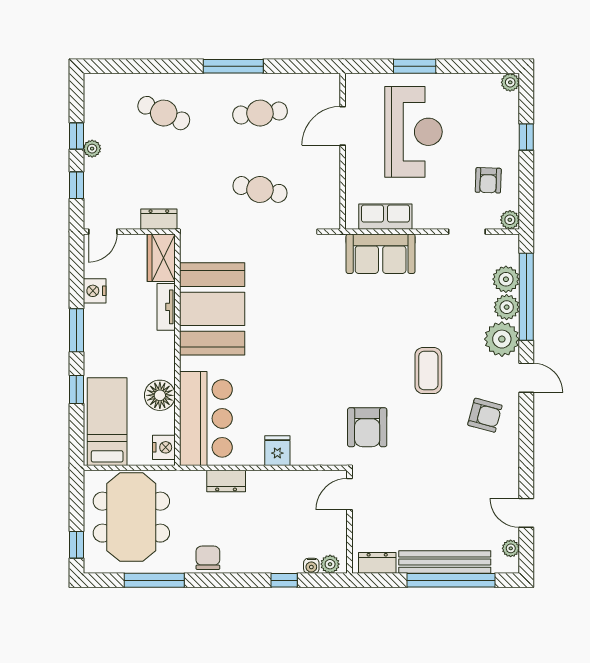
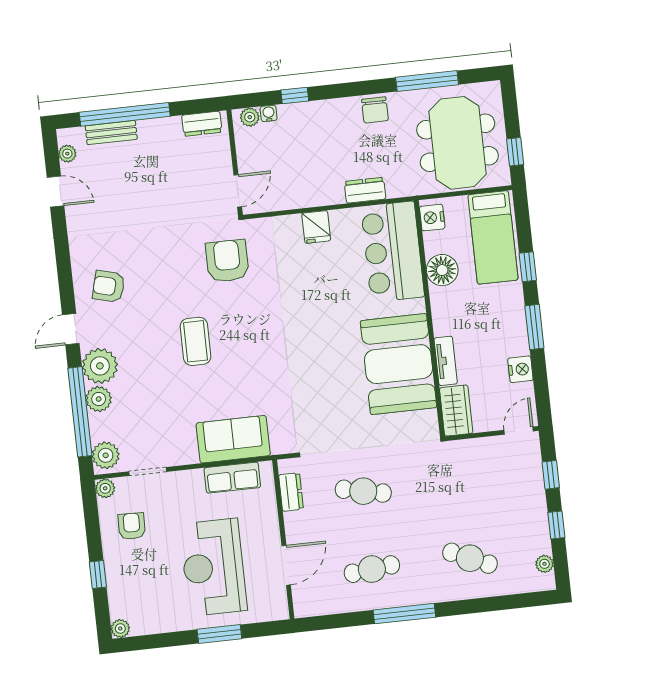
plant: (92, 149) -> (544, 564), moved
dresser: (159, 219) -> (291, 492), moved, turned -90
plant: (506, 279) -> (106, 455), moved
coffee table: (428, 371) -> (196, 341), moved
door: (526, 378) -> (71, 329), hinge flipped
window: (76, 545) -> (515, 152), moved
bench: (445, 562) -> (111, 133), width x0.54, depth x0.82

